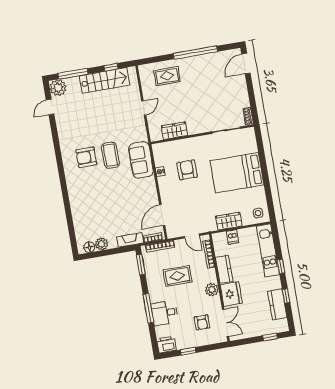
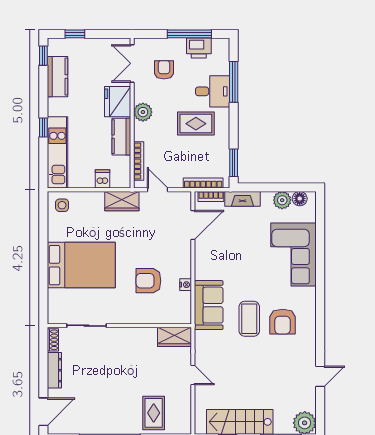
rug: (167, 76) -> (154, 413), turned 90
dresser: (243, 94) -> (54, 370), added
door: (50, 107) -> (320, 376), moved
door: (144, 108) -> (193, 375), swing flipped
wardrobe: (174, 131) -> (174, 337), moved
armchair: (86, 157) -> (283, 322), turned 90
armchair: (187, 170) -> (148, 281), turned 90
corner sofa: (87, 207) -> (293, 254), added
wardrobe: (229, 221) -> (122, 201), moved
rug: (177, 276) -> (196, 124), moved
window: (286, 296) -> (43, 56), moved
window: (148, 308) -> (234, 82), moved
printer: (167, 345) -> (199, 48), moved
window: (188, 351) -> (189, 34), width x2.17

